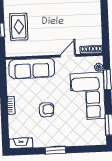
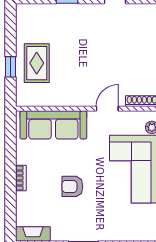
armchair: (46, 110) -> (72, 186), turned 180

